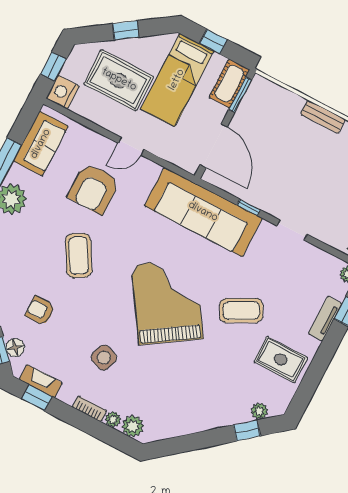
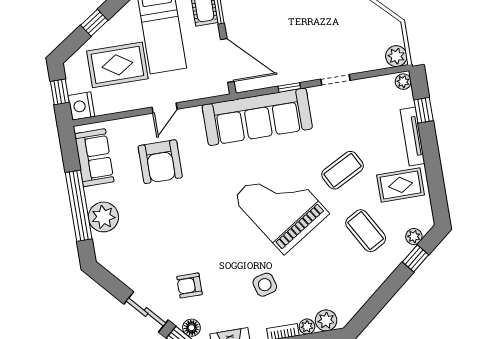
coffee table: (79, 256) -> (366, 231), moved
tv unit: (325, 319) -> (412, 137), width x1.41
side table: (104, 358) -> (265, 285), turned -35

